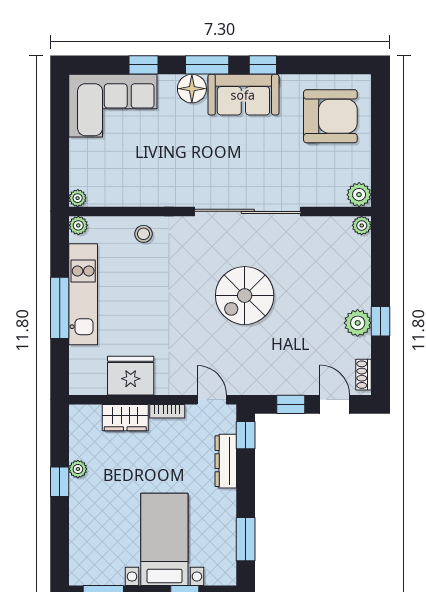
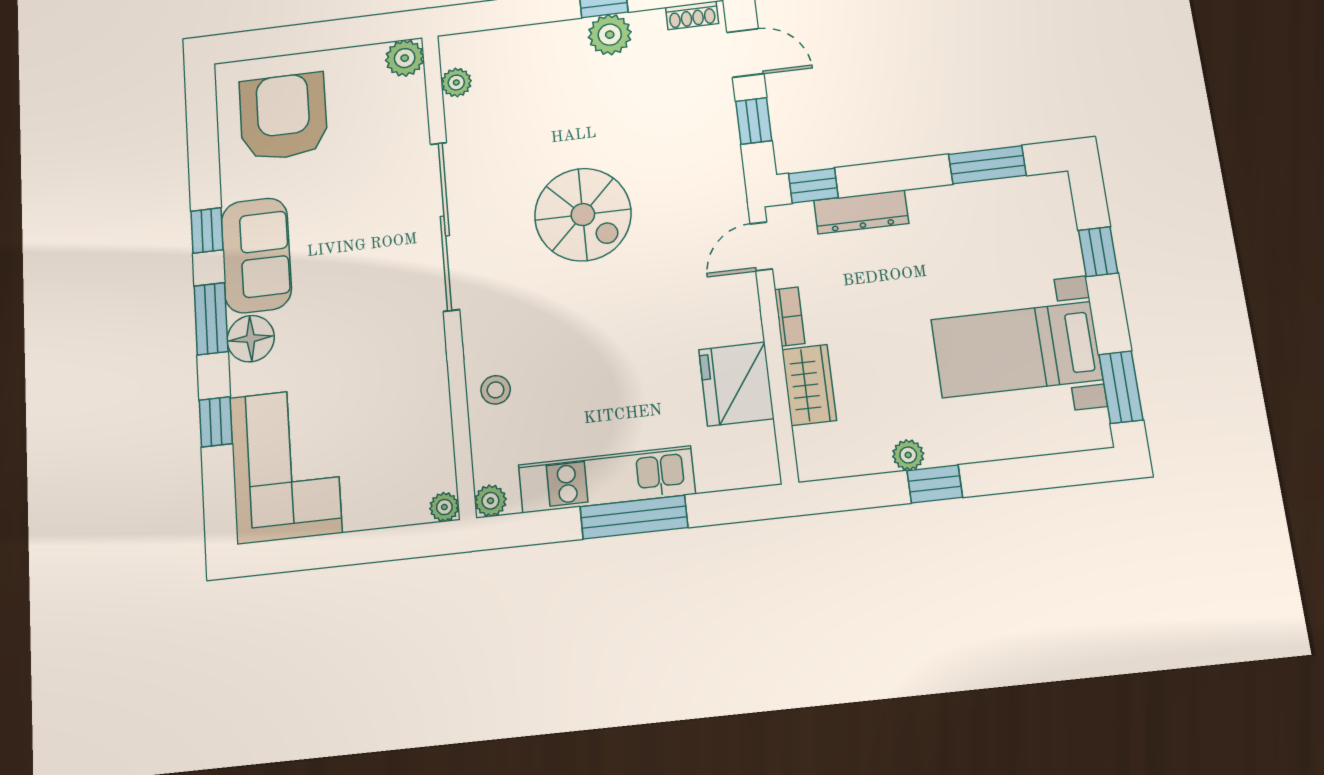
plant: (362, 226) -> (456, 83), moved
door: (335, 404) -> (745, 53), swing flipped
bed with nightstands: (164, 539) -> (1017, 350), moved

